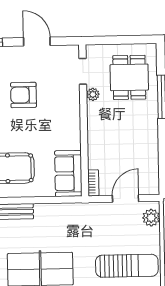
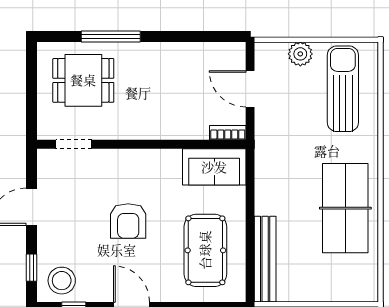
plant: (93, 94) -> (106, 131), removed
armchair: (23, 95) -> (128, 221), moved
plant: (151, 218) -> (300, 54), moved

